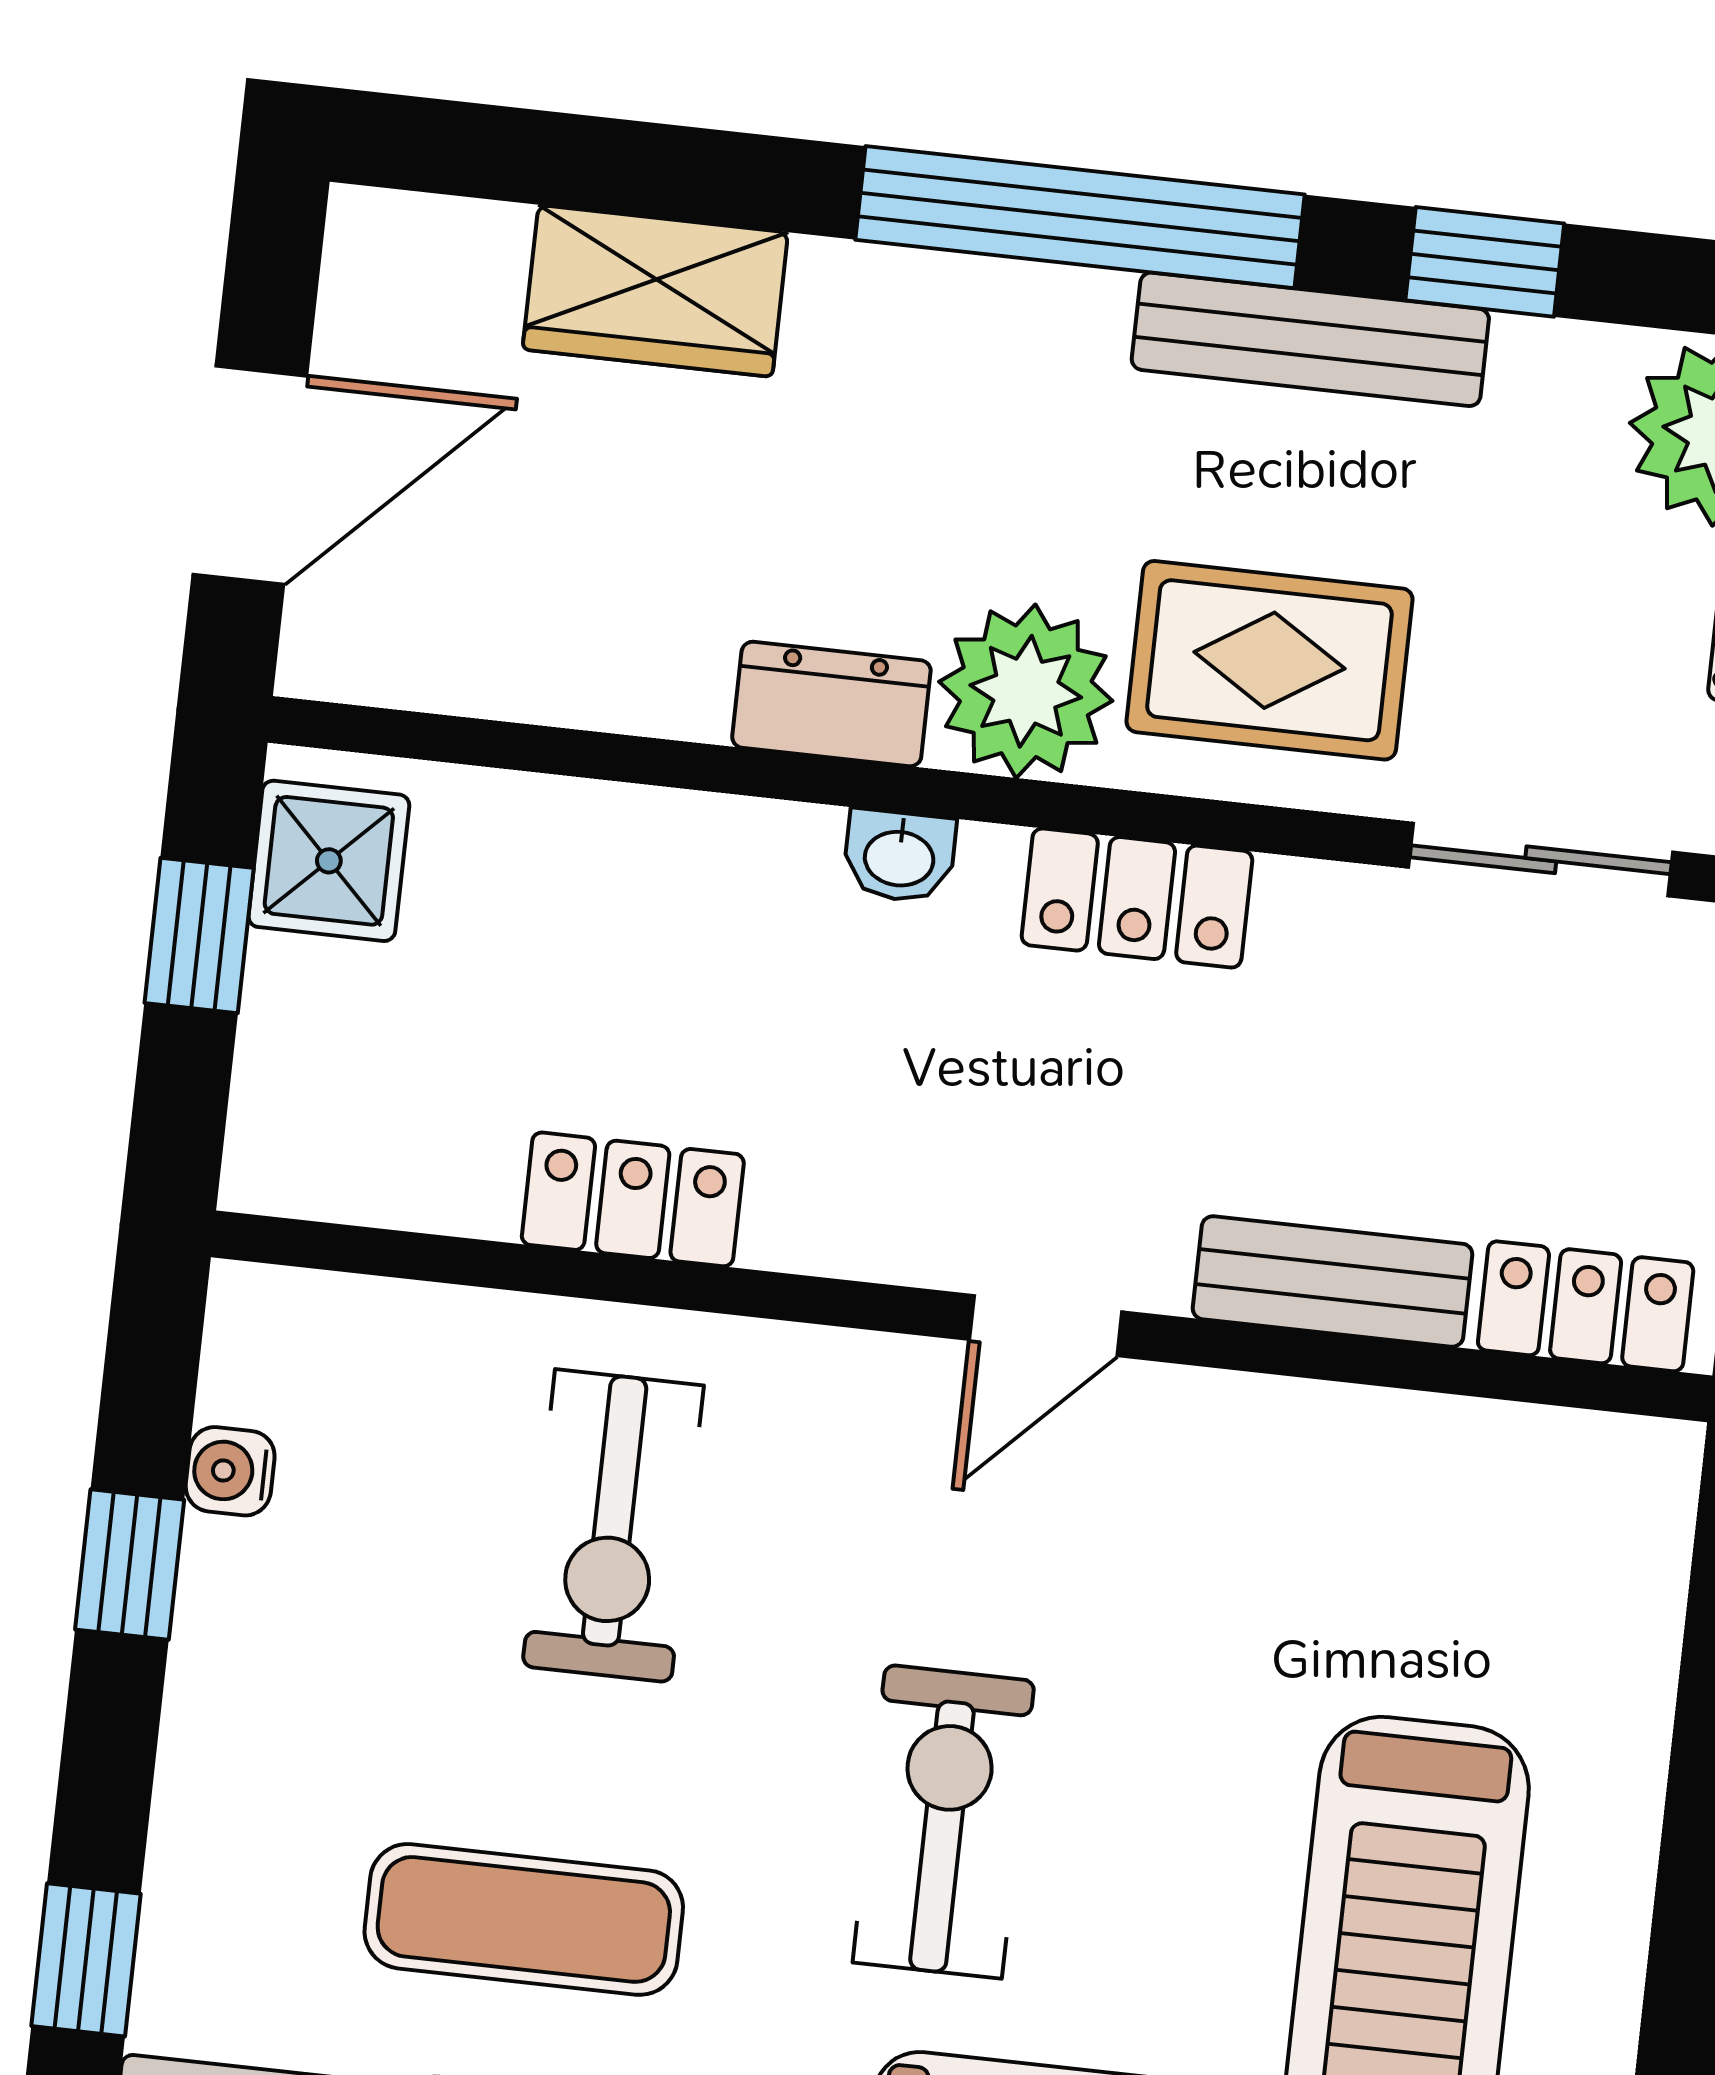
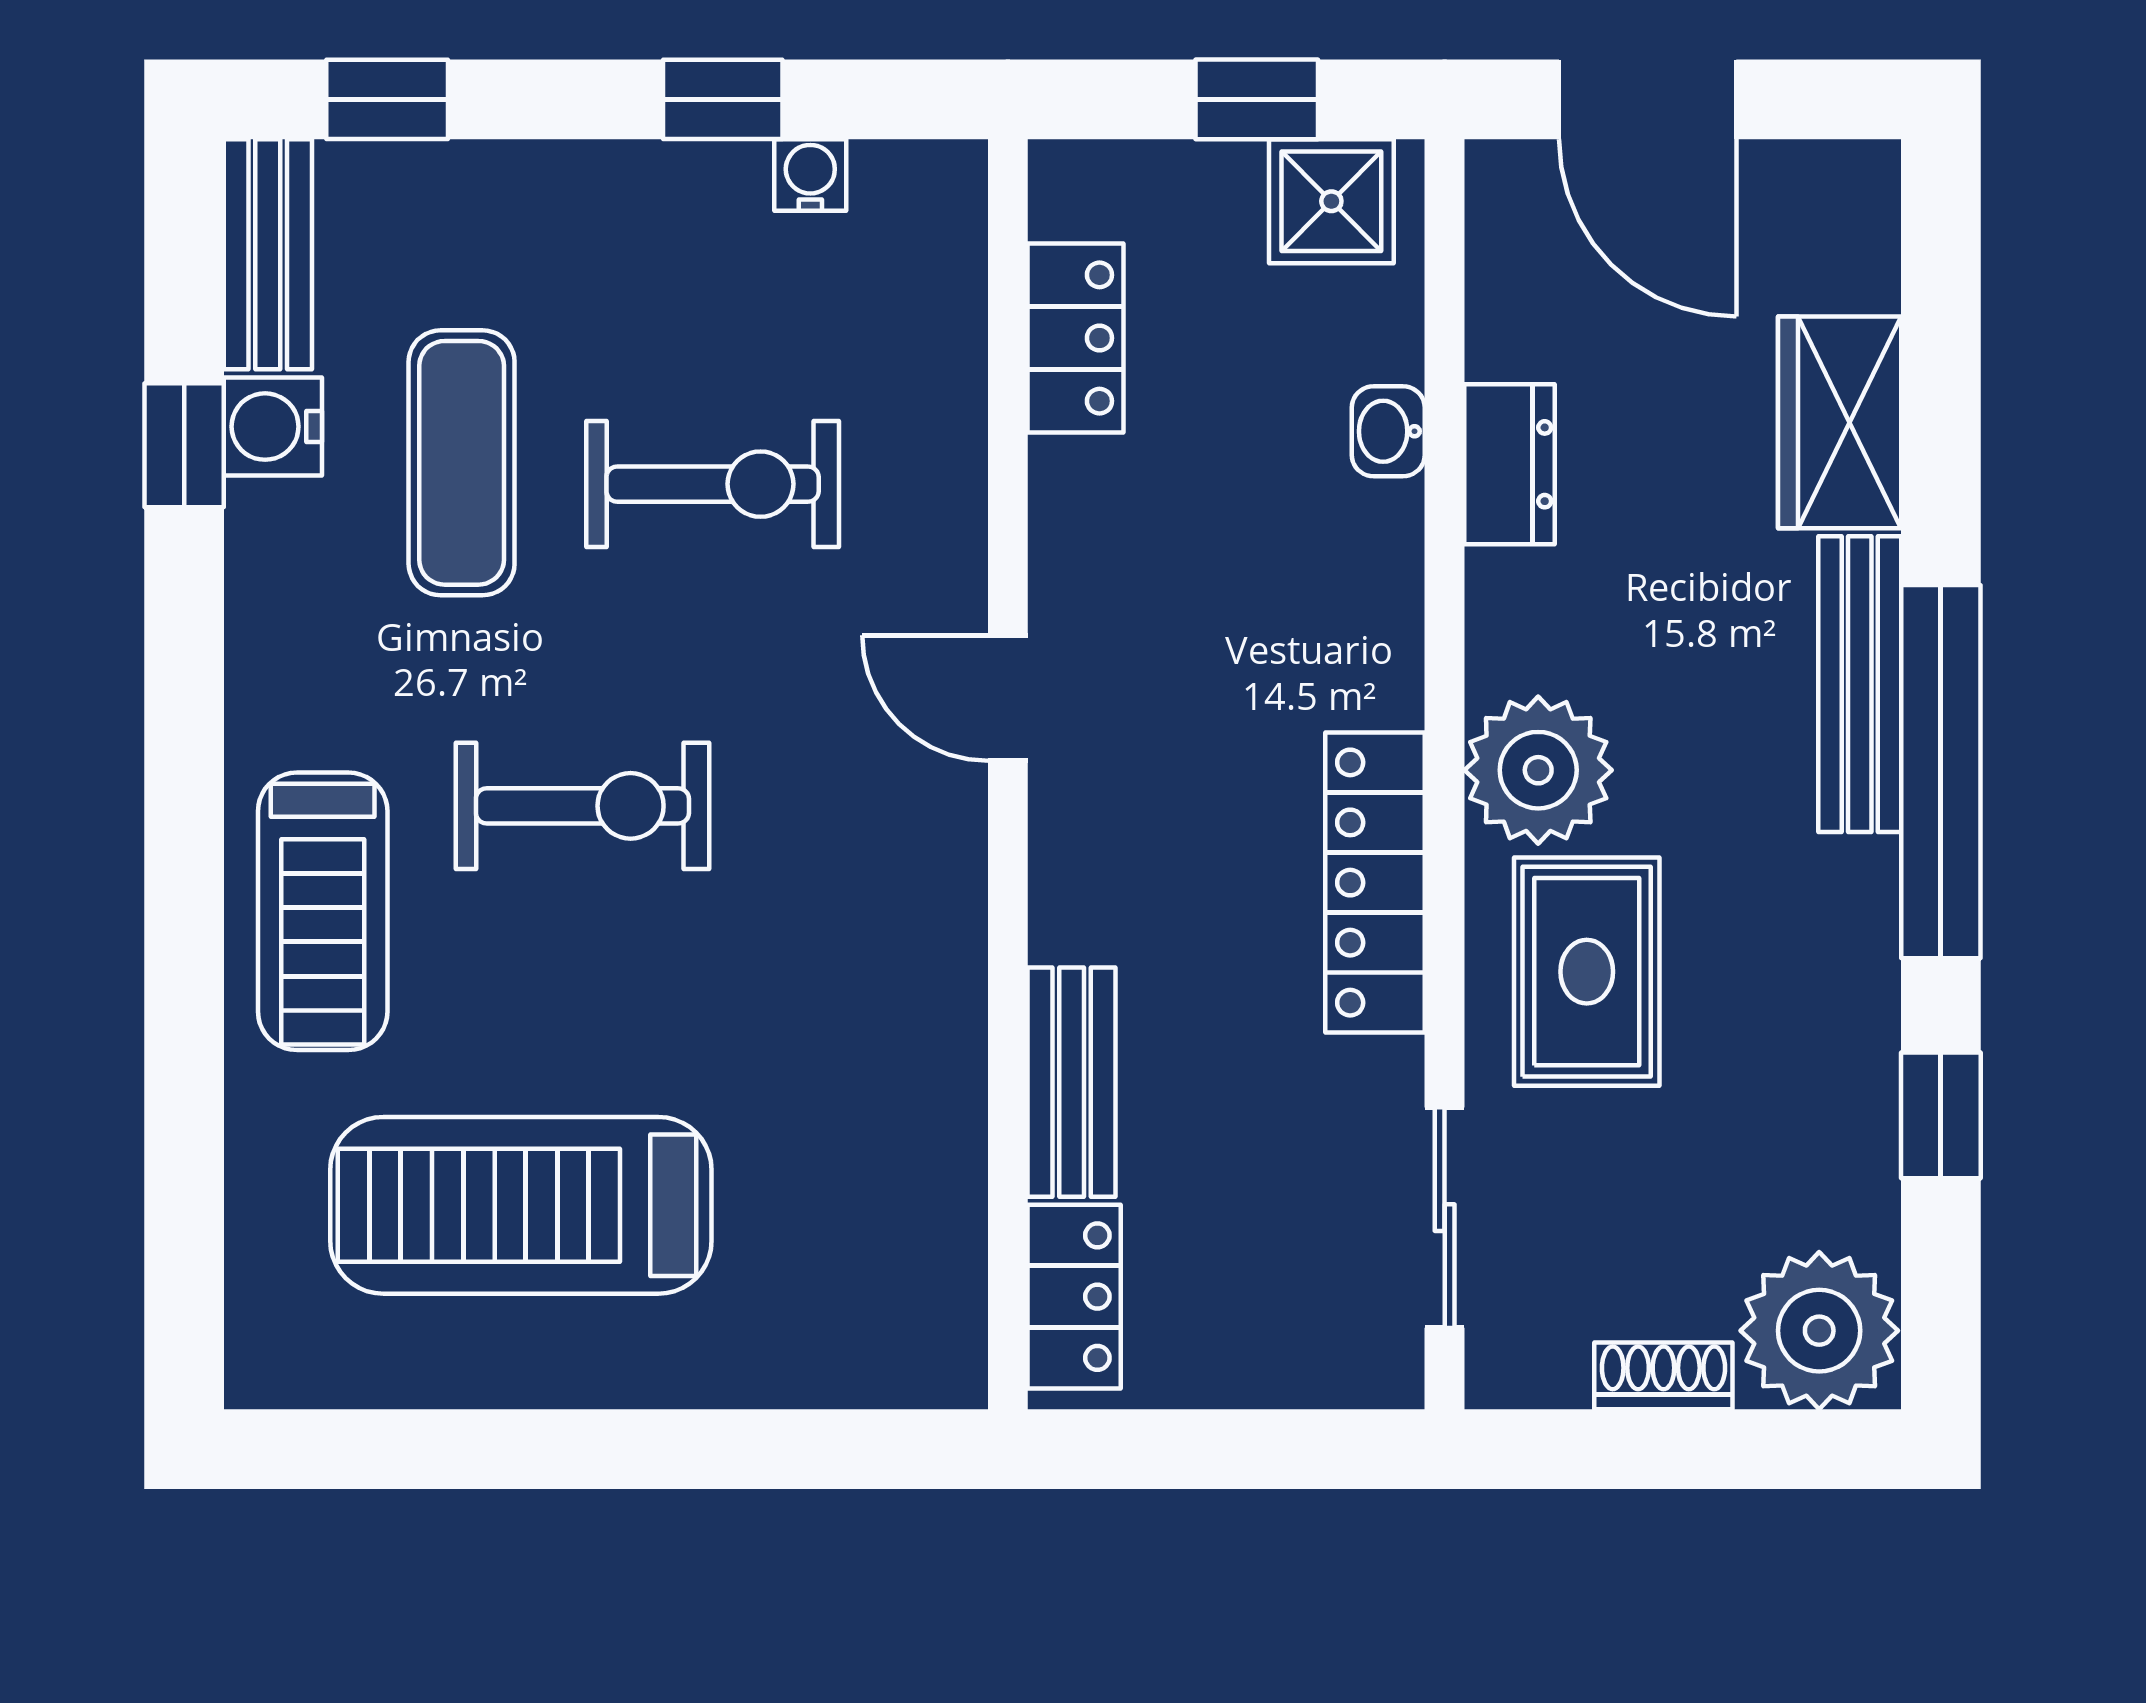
bench: (1310, 339) -> (1860, 684), moved
dresser: (831, 704) -> (1509, 464), moved
washbasin: (899, 856) -> (1388, 431), moved
locker: (1137, 898) -> (1375, 883), width x1.53
locker: (633, 1199) -> (1076, 338), moved
door: (1046, 1326) -> (1008, 698), moved
exercise bike: (613, 1526) -> (713, 484), moved, turned 180

